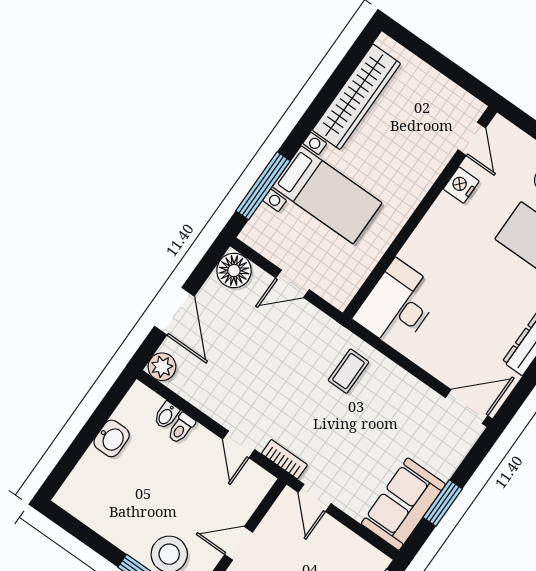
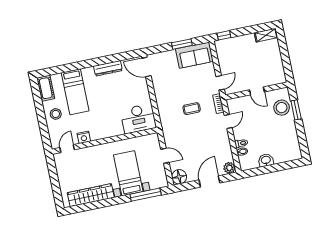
coffee table: (348, 371) -> (192, 109), moved

